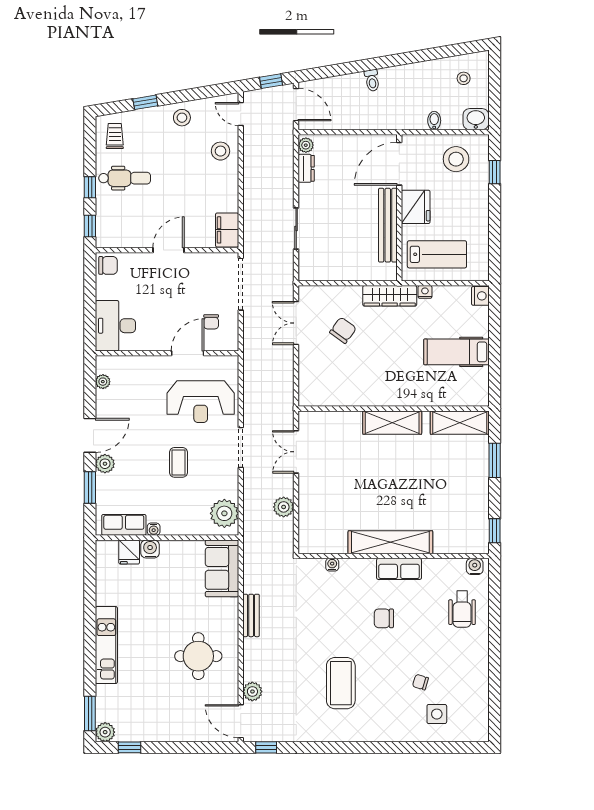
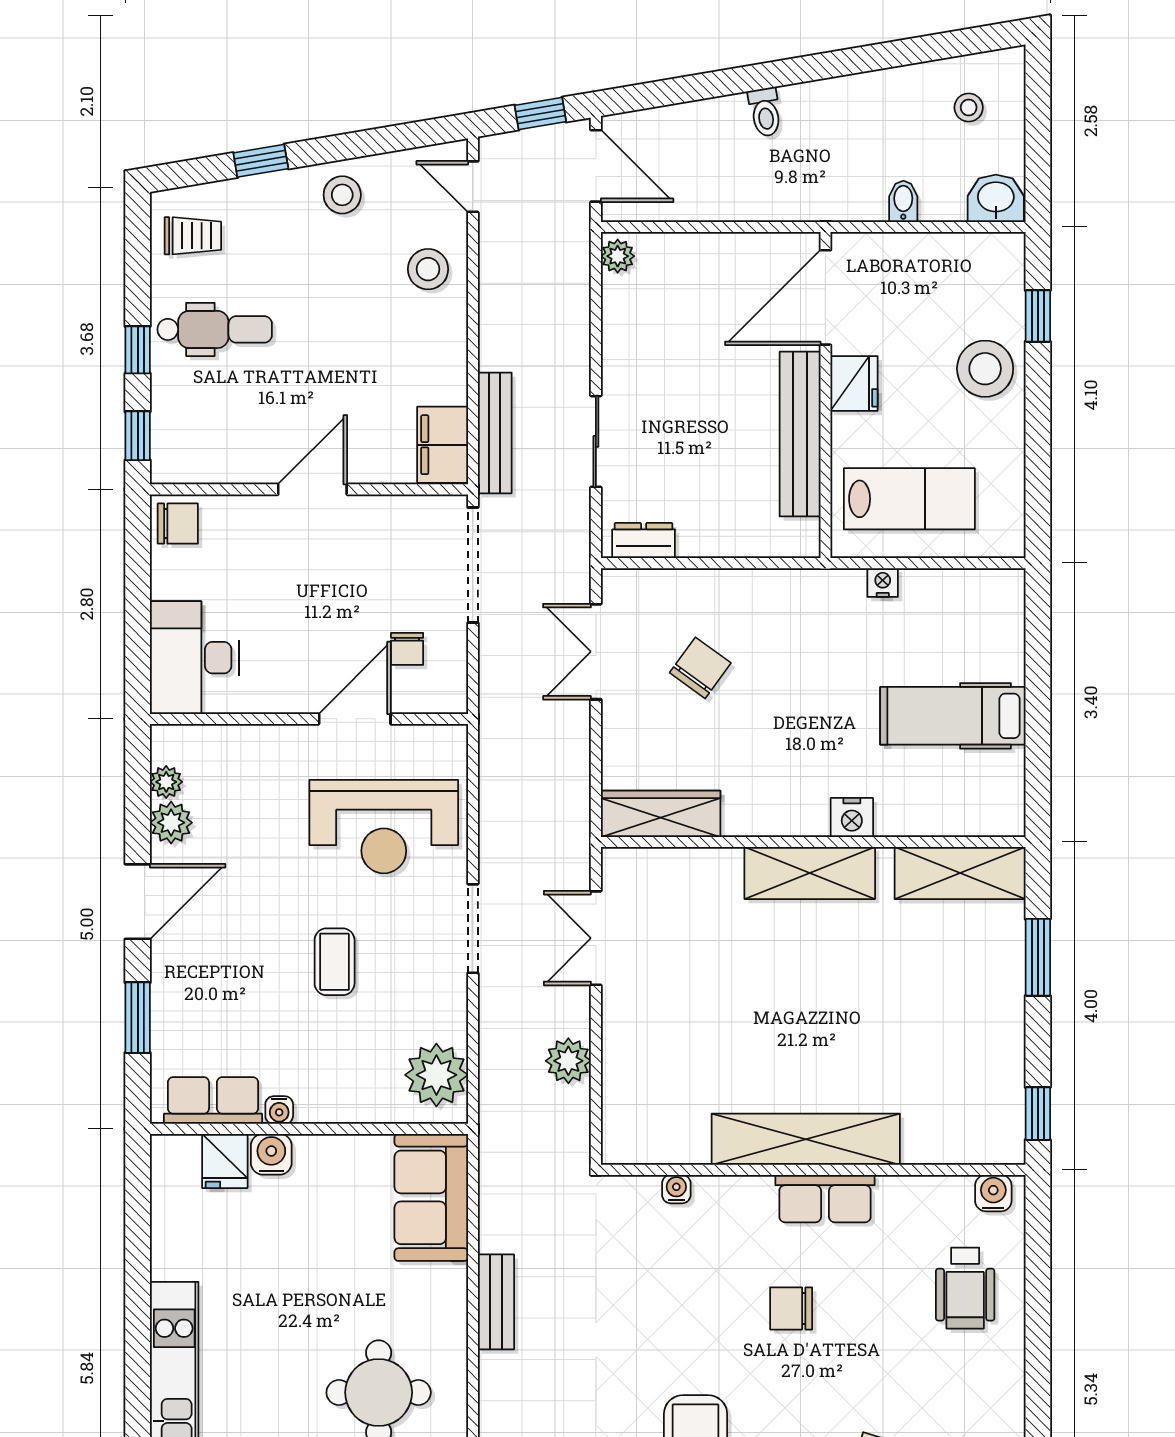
trolley: (115, 136) -> (193, 236), turned 90
stool: (456, 159) -> (985, 369), moved
dresser: (306, 168) -> (644, 541), moved, turned -90
fridge: (416, 207) -> (854, 384), width x0.73, depth x0.75
bench: (251, 225) -> (495, 433), added
wardrobe: (390, 296) -> (661, 814), moved, turned 180
nightstand: (480, 296) -> (852, 817), moved, turned 90
plant: (105, 464) -> (171, 823), moved

